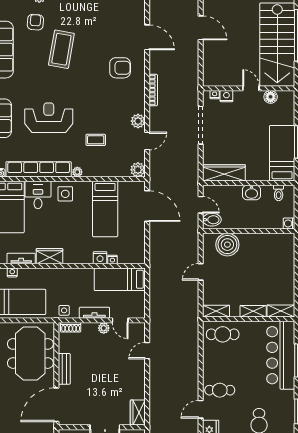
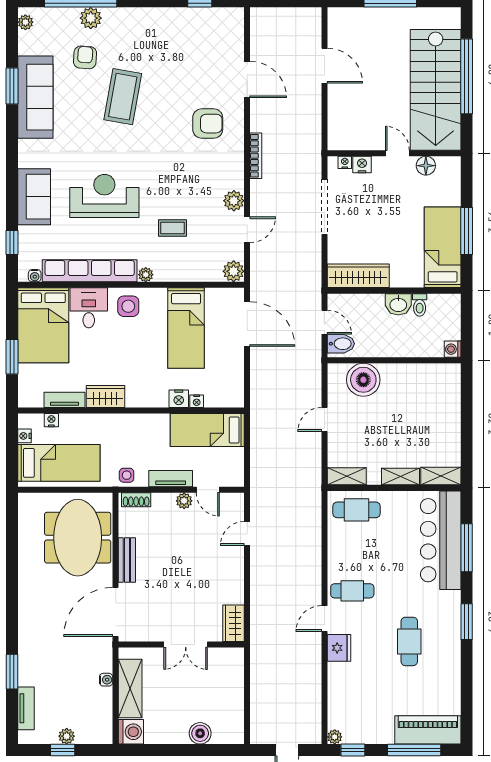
toilet: (279, 193) -> (420, 305), moved

